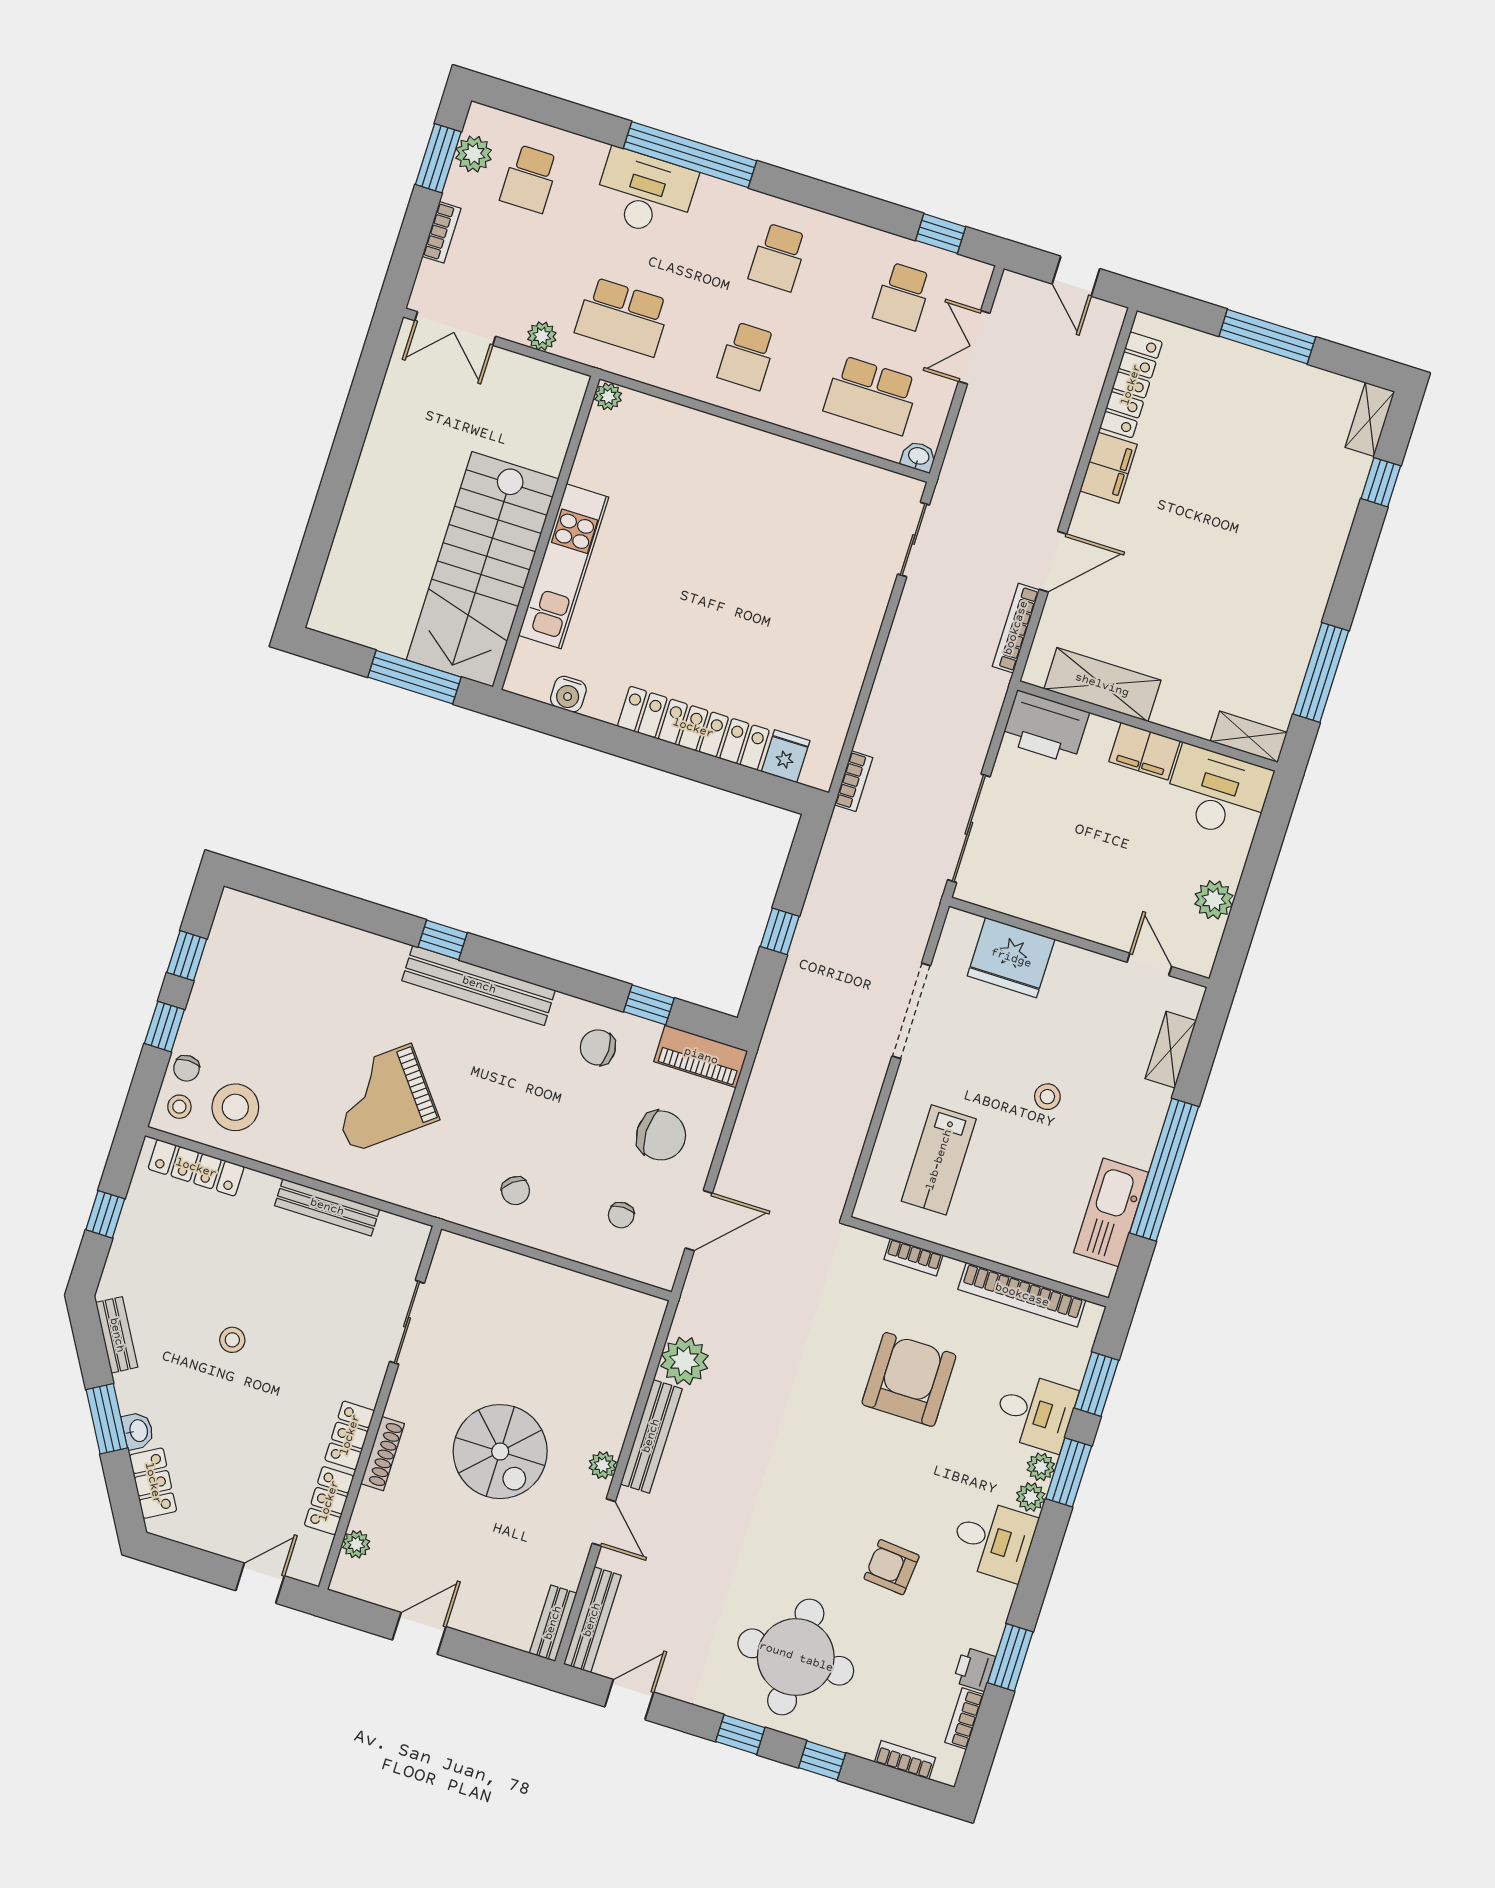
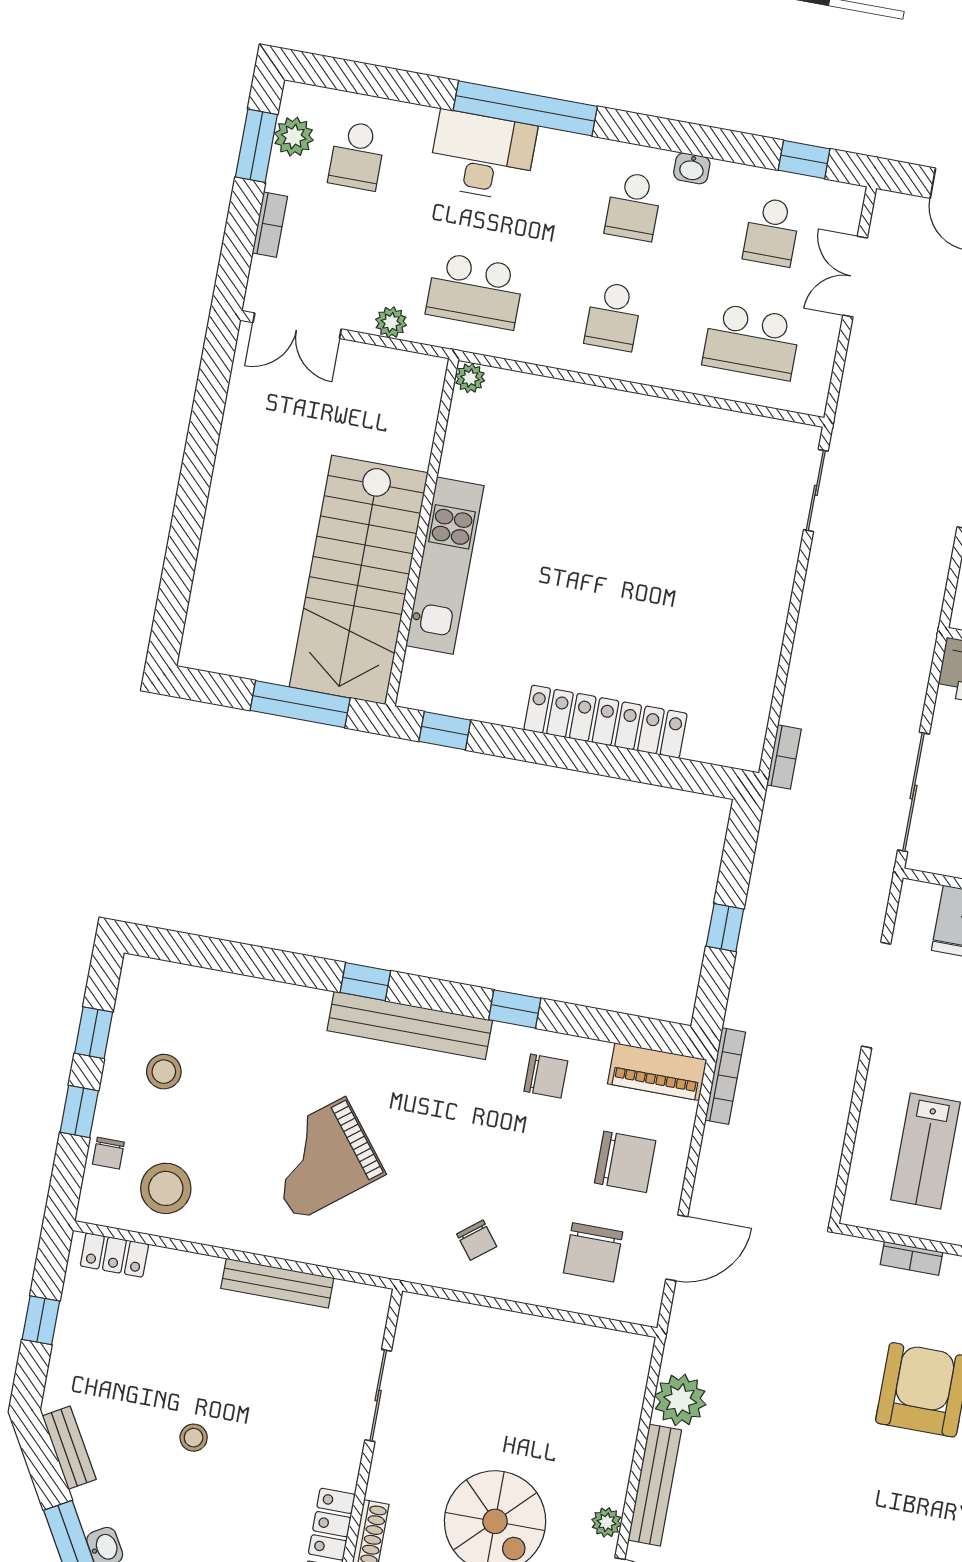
washbasin: (919, 457) -> (692, 168), moved, turned 180
bookcase: (1016, 628) -> (725, 1076), moved, turned 180
water cooler: (568, 694) -> (467, 702), removed
window: (545, 718) -> (445, 731), added
fridge: (786, 756) -> (708, 739), removed
window: (649, 1005) -> (515, 1009), moved
chair: (598, 1047) -> (546, 1076), turned 180
stool: (179, 1107) -> (164, 1072), moved, width x1.37, depth x1.37
locker: (196, 1168) -> (114, 1255), width x0.66
chair: (621, 1215) -> (593, 1252), width x1.87, depth x1.87

